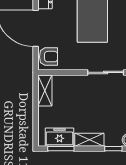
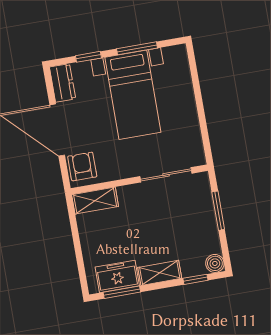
armchair: (49, 57) -> (82, 167), turned -90
shelving: (45, 91) -> (95, 201), moved, turned 90

